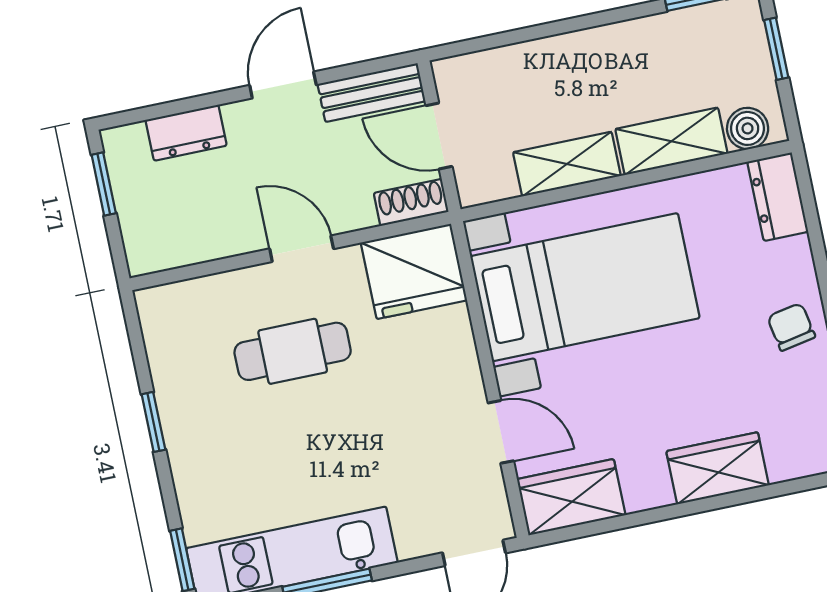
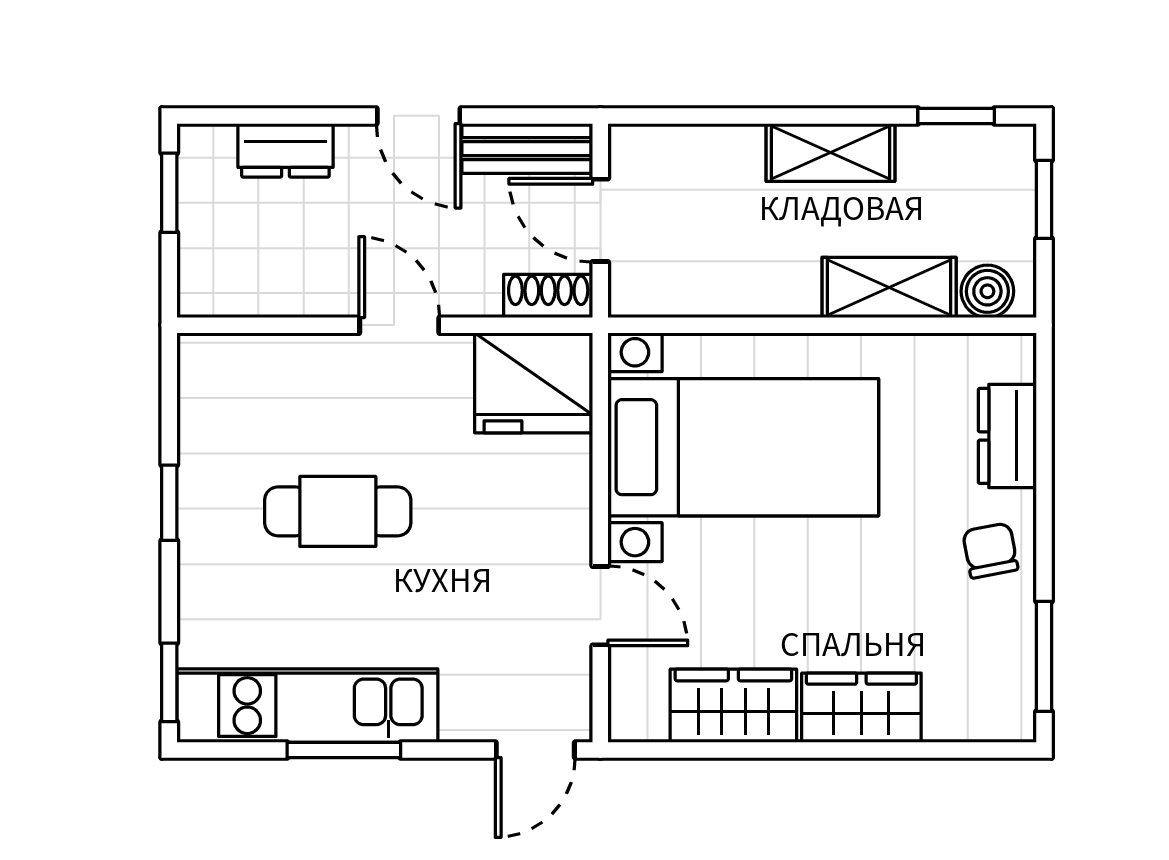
door: (283, 85) -> (419, 116), swing flipped
shelving: (567, 164) -> (830, 153), moved
dresser: (778, 197) -> (1007, 436), moved
cafe table: (293, 351) -> (338, 511), moved
wardrobe: (571, 497) -> (733, 706), moved

